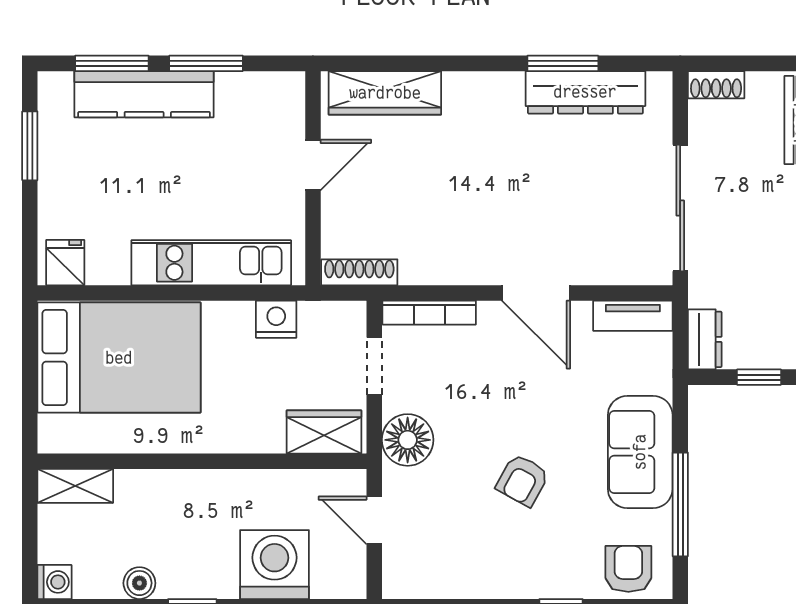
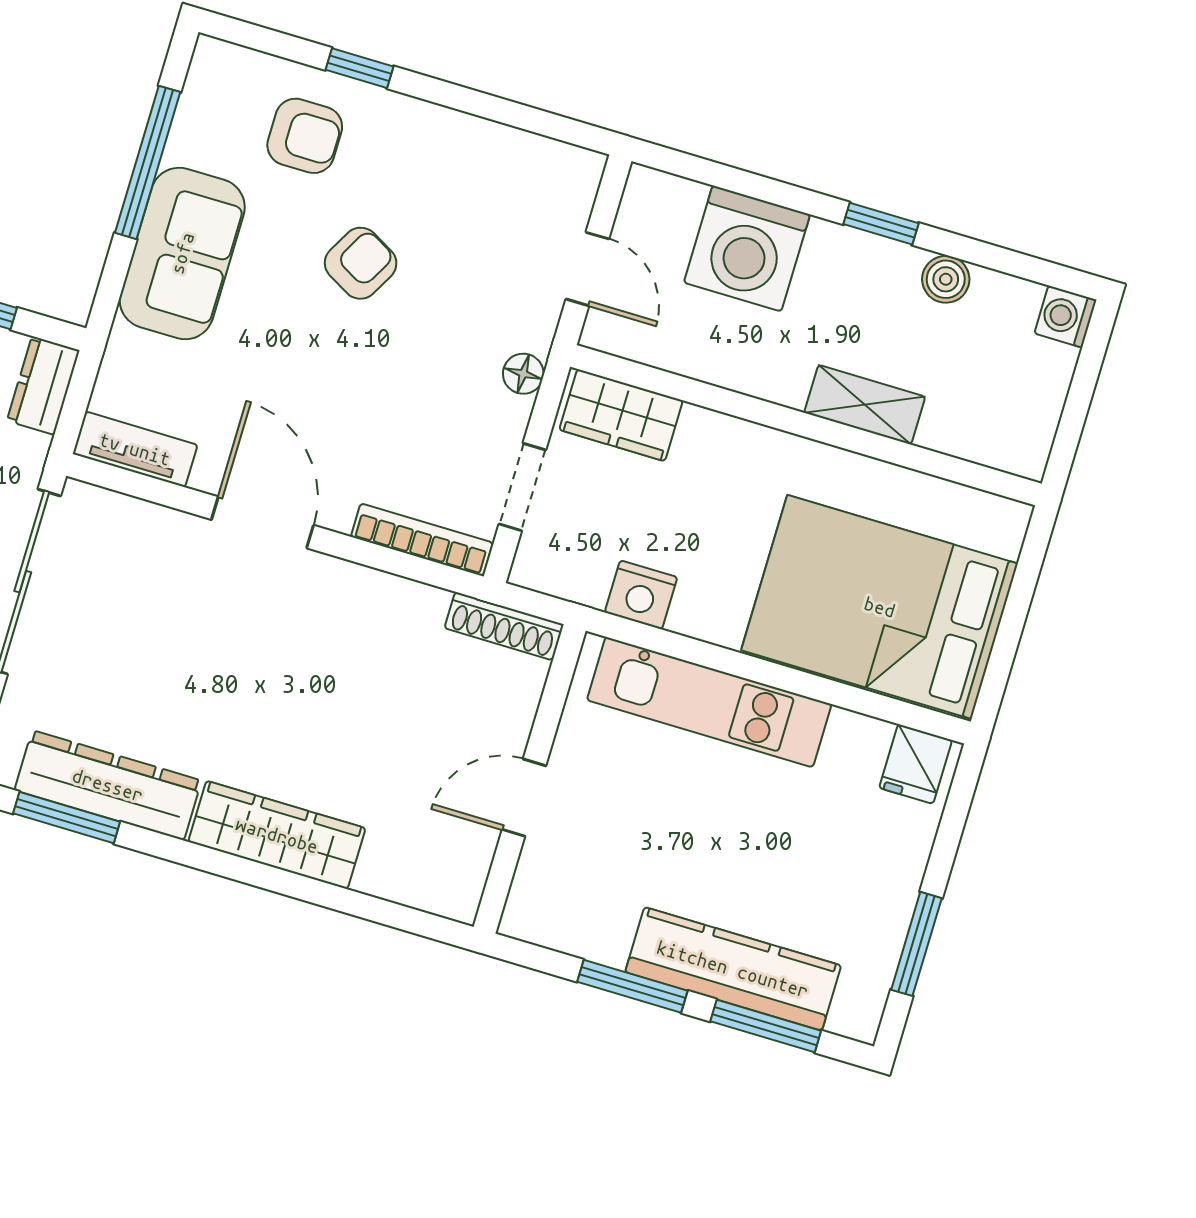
window: (563, 63) -> (67, 818), moved
wardrobe: (385, 93) -> (277, 835), moved
floor lamp: (408, 440) -> (523, 374), width x0.53, depth x0.53
shelving: (75, 486) -> (865, 405), moved
armchair: (628, 569) -> (305, 136), moved, turned -90

